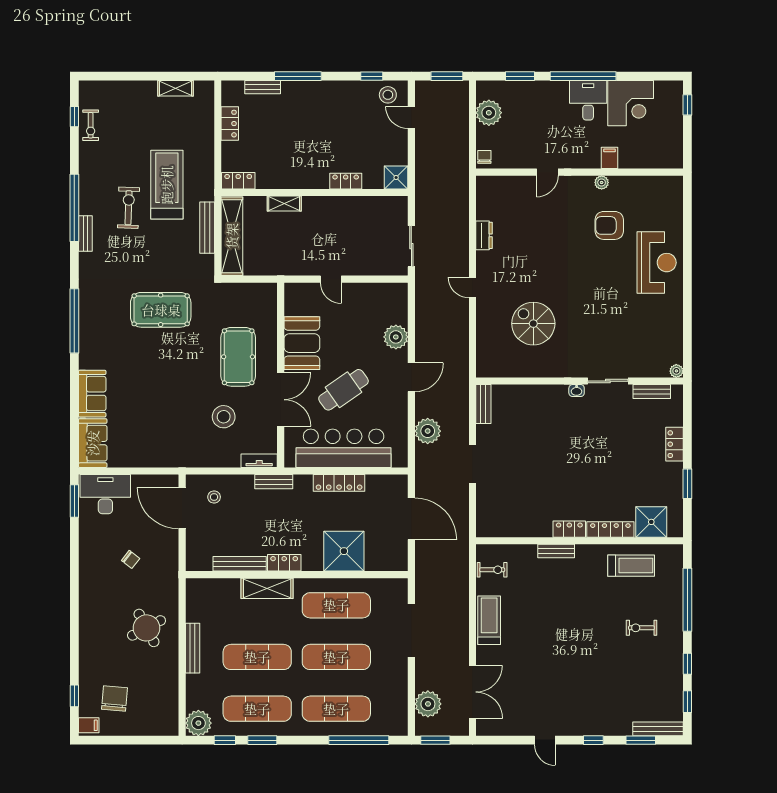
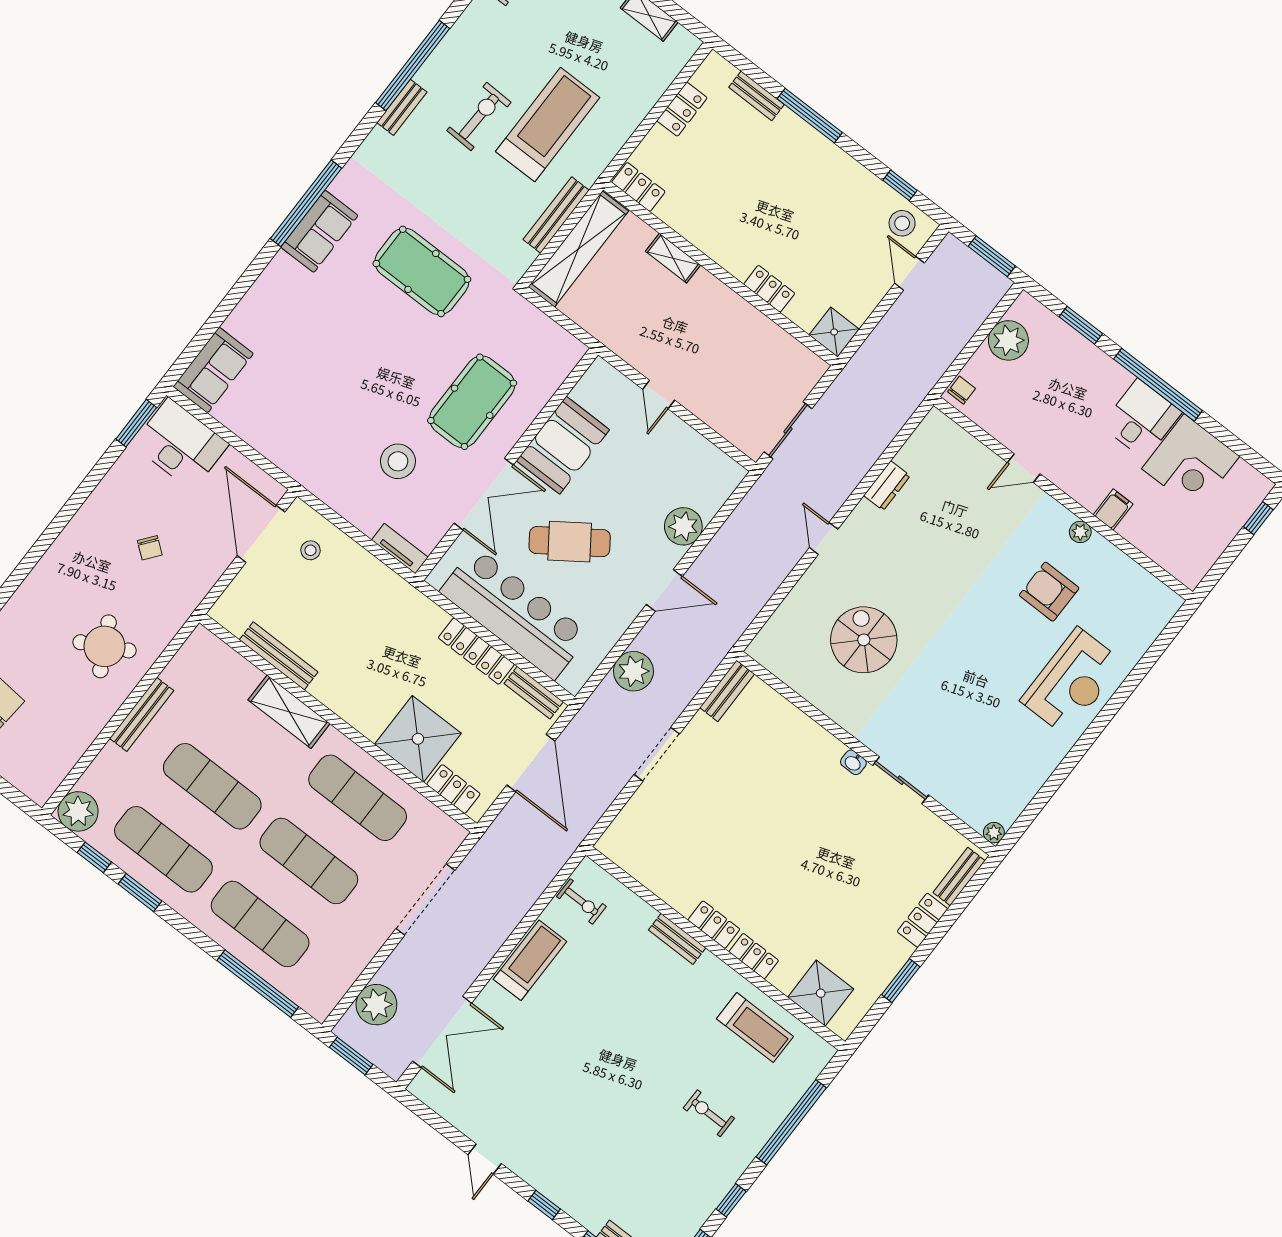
bench: (652, 392) -> (959, 877), moved, turned 90
sofa: (92, 394) -> (319, 231), moved
bench: (274, 482) -> (534, 693), moved
locker: (610, 529) -> (754, 956), width x0.66
locker: (284, 563) -> (453, 789), moved

